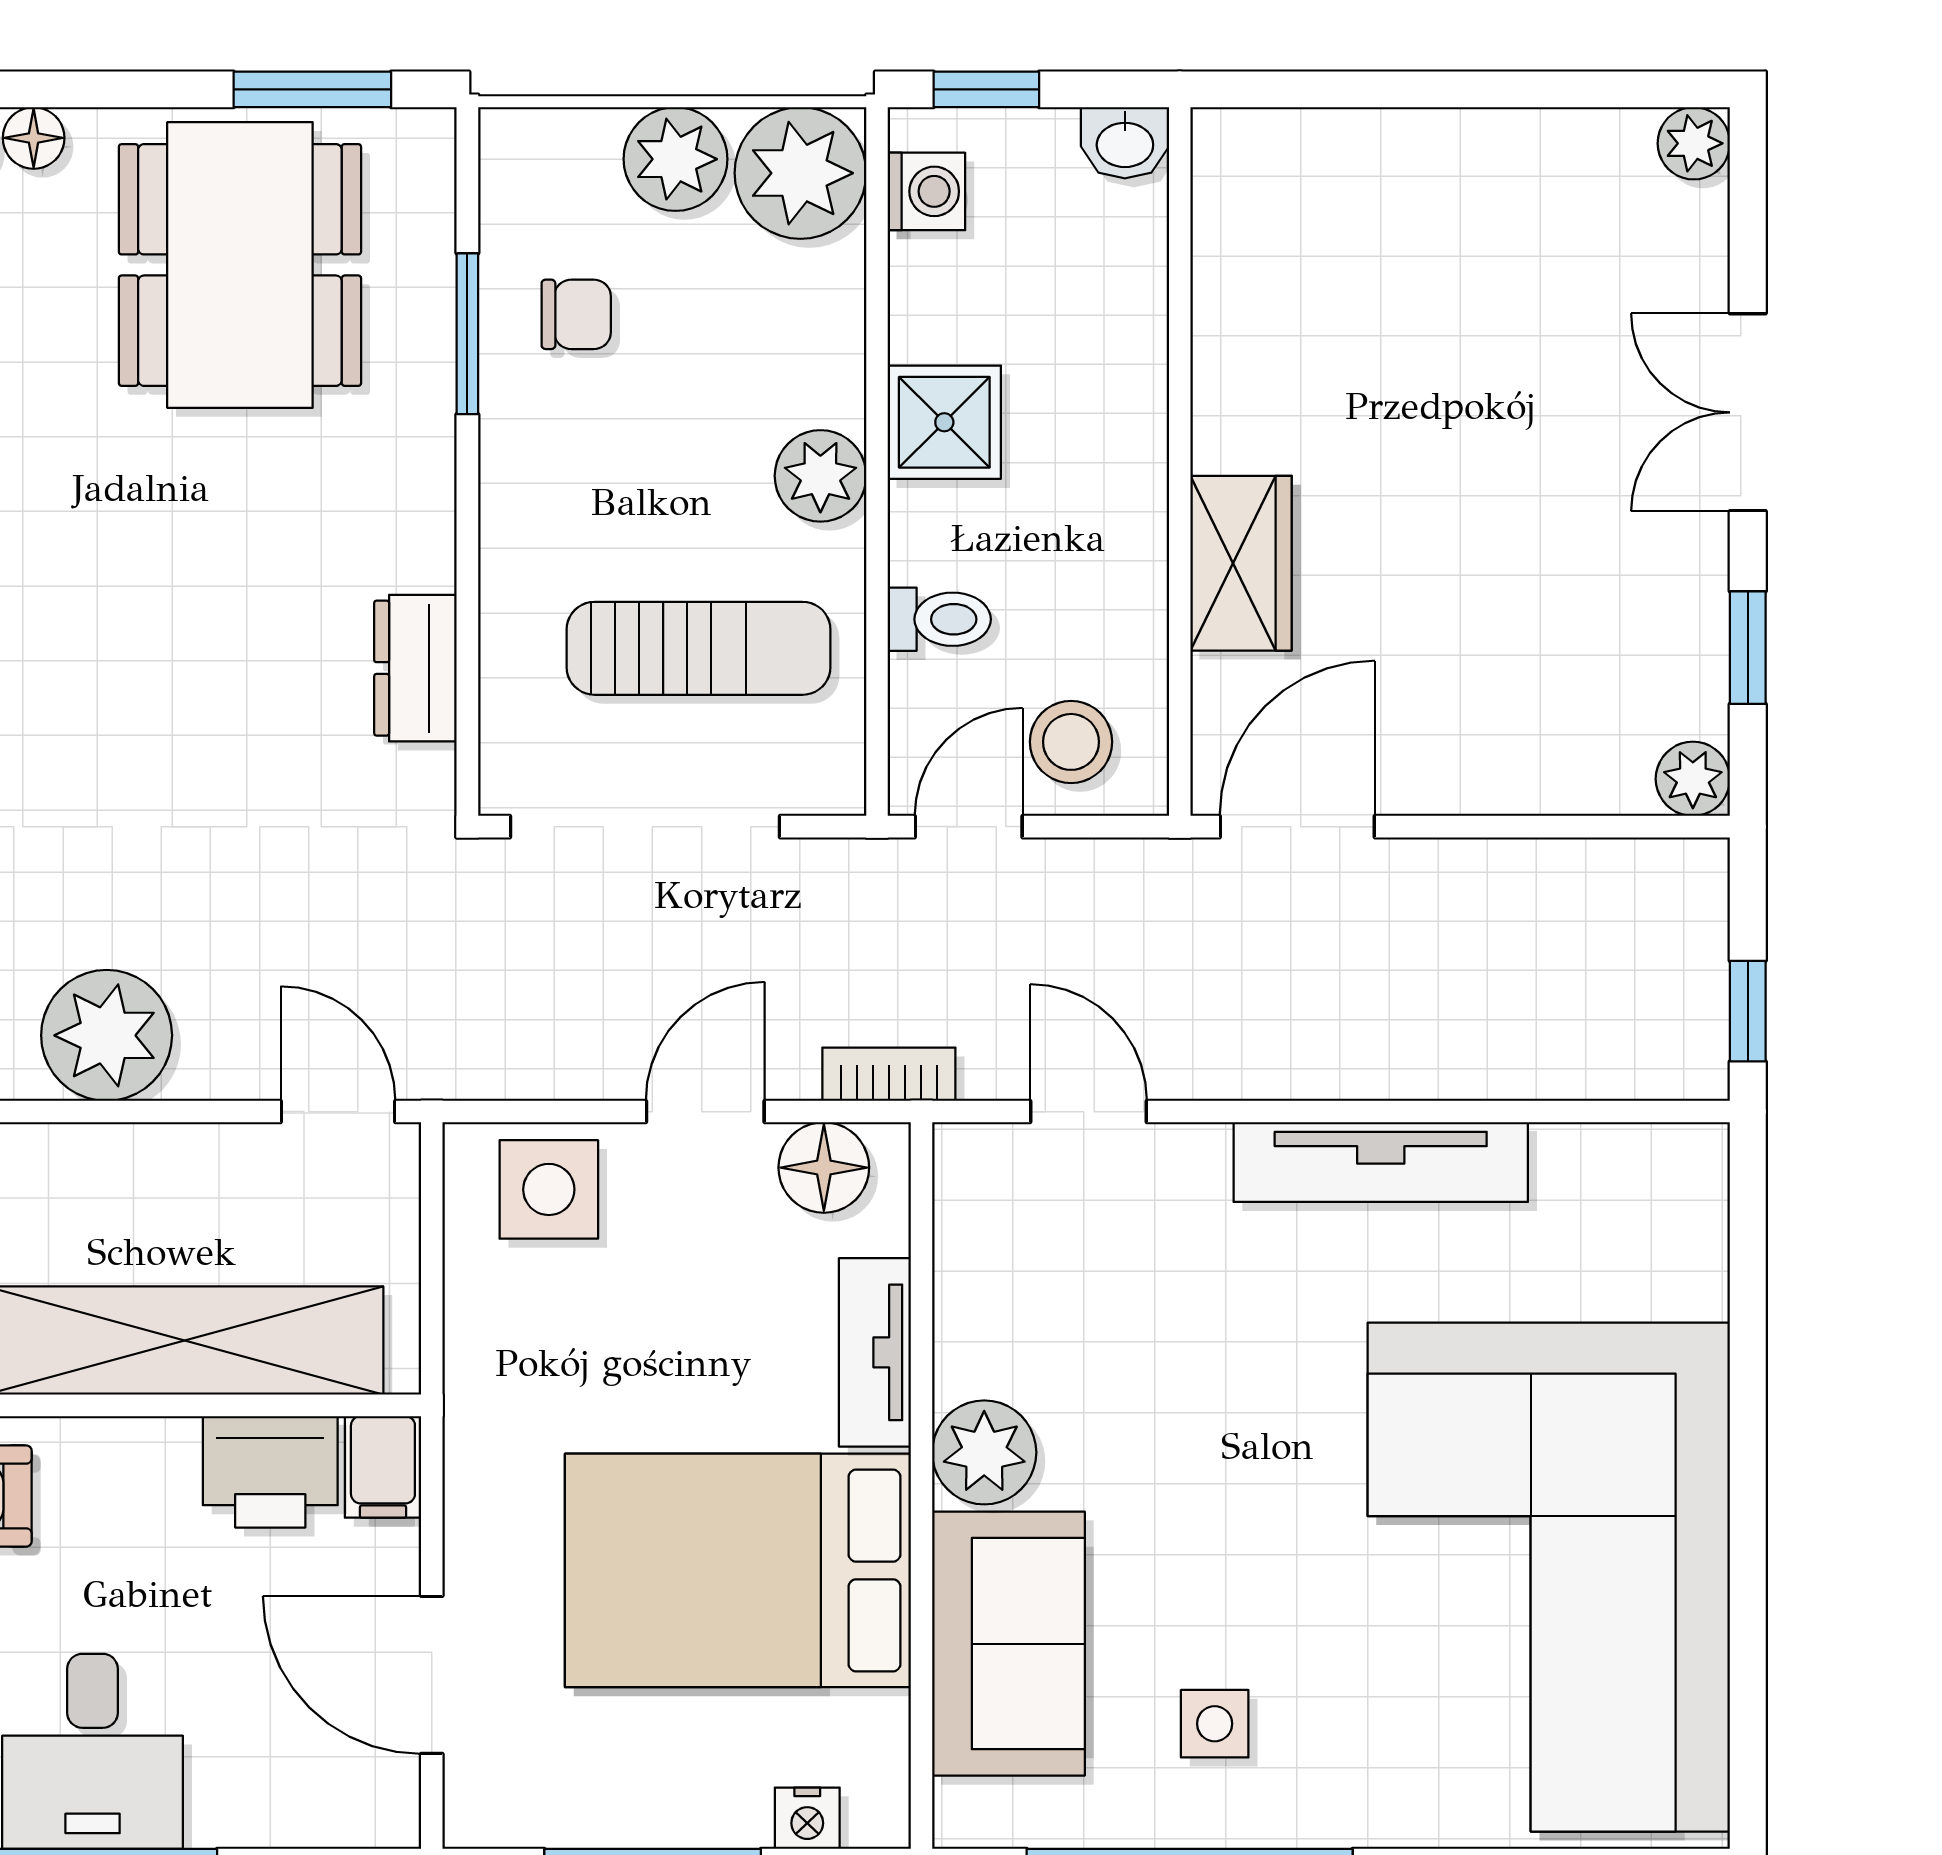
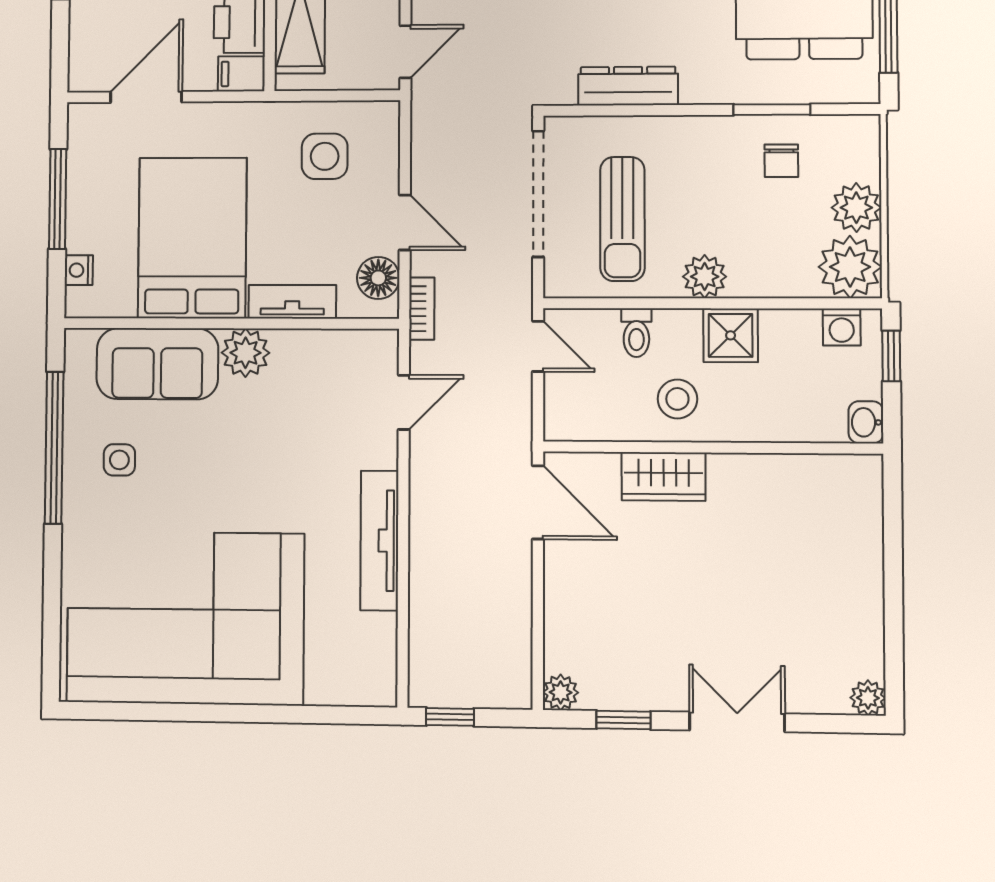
dresser: (415, 668) -> (628, 86), width x1.44
stool: (1071, 742) -> (677, 399), moved
side table: (549, 1189) -> (325, 156), moved

